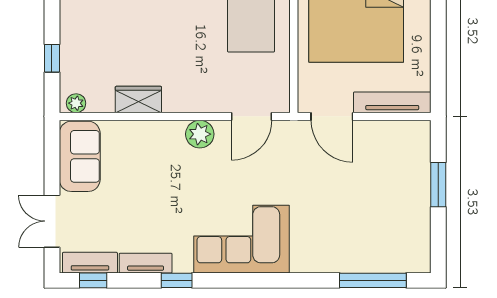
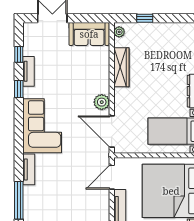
wardrobe: (138, 99) -> (121, 67), width x1.50
door: (252, 116) -> (112, 132), width x1.36
tv unit: (90, 263) -> (29, 169), moved
window: (93, 280) -> (19, 54), moved

